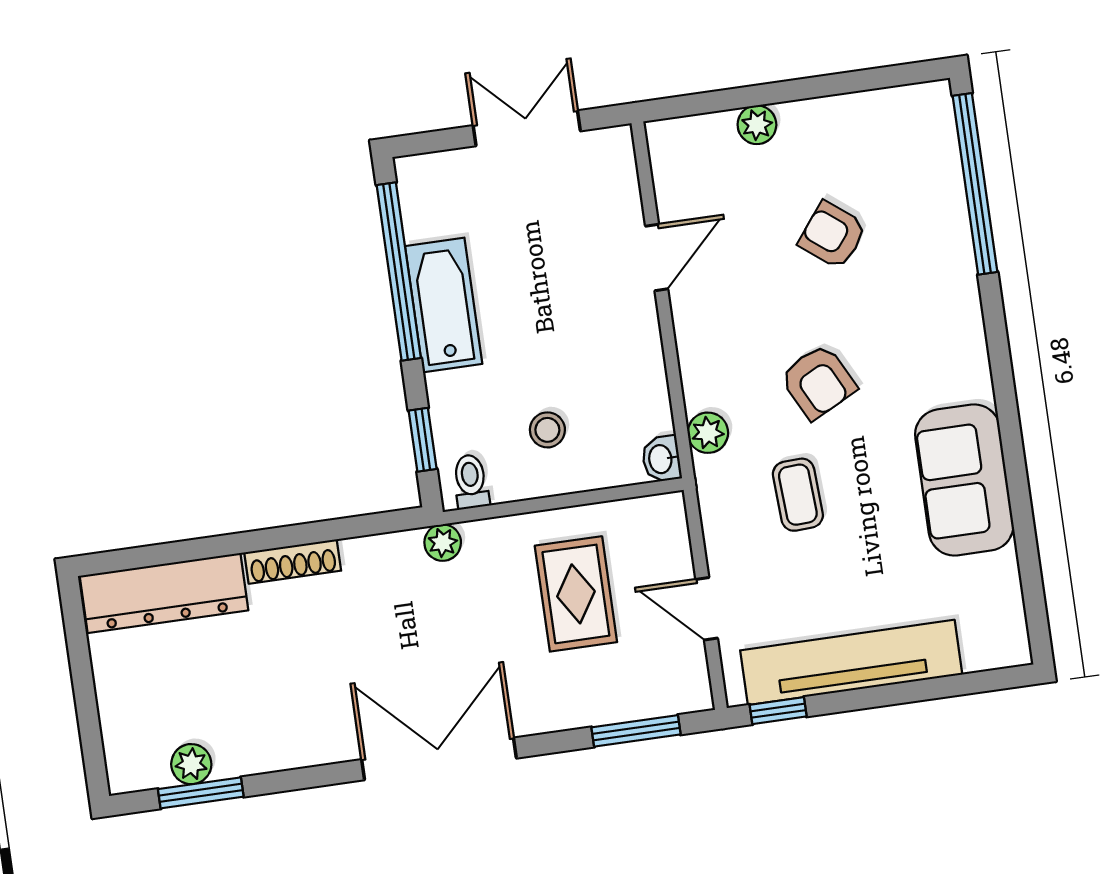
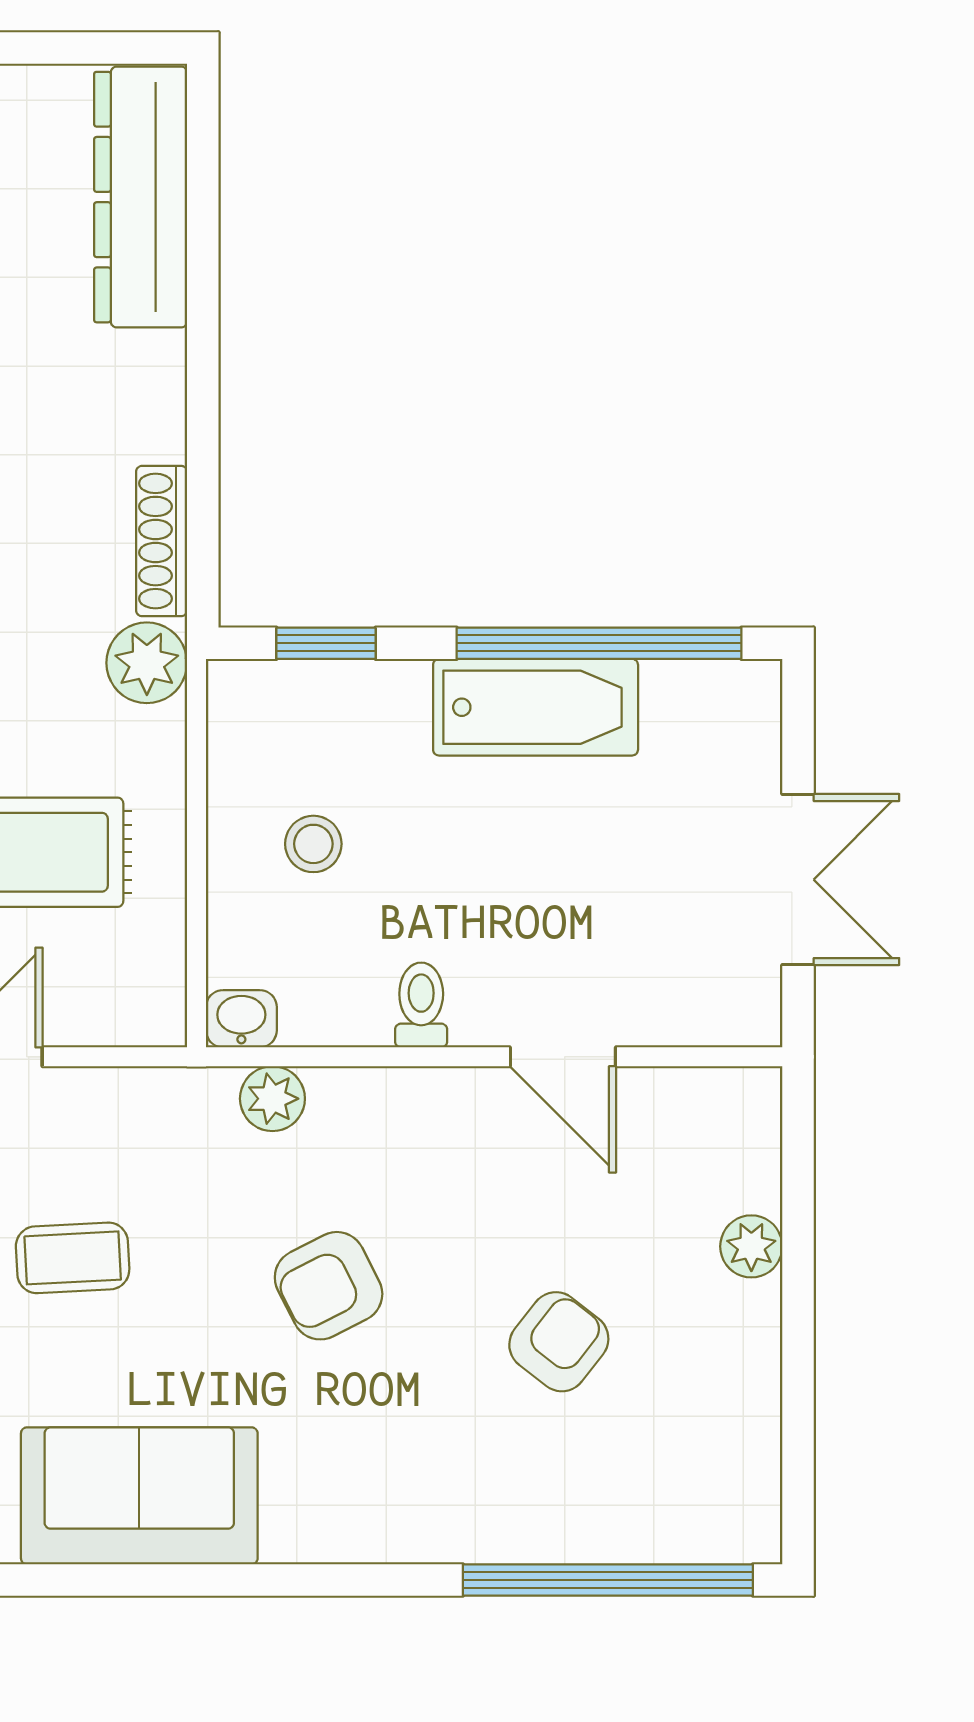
toilet: (471, 482) -> (421, 1005), moved, turned -90
coffee table: (798, 495) -> (73, 1258), moved
plant: (443, 543) -> (147, 663), width x1.38, depth x1.38
shoe rack: (293, 562) -> (162, 541), moved

